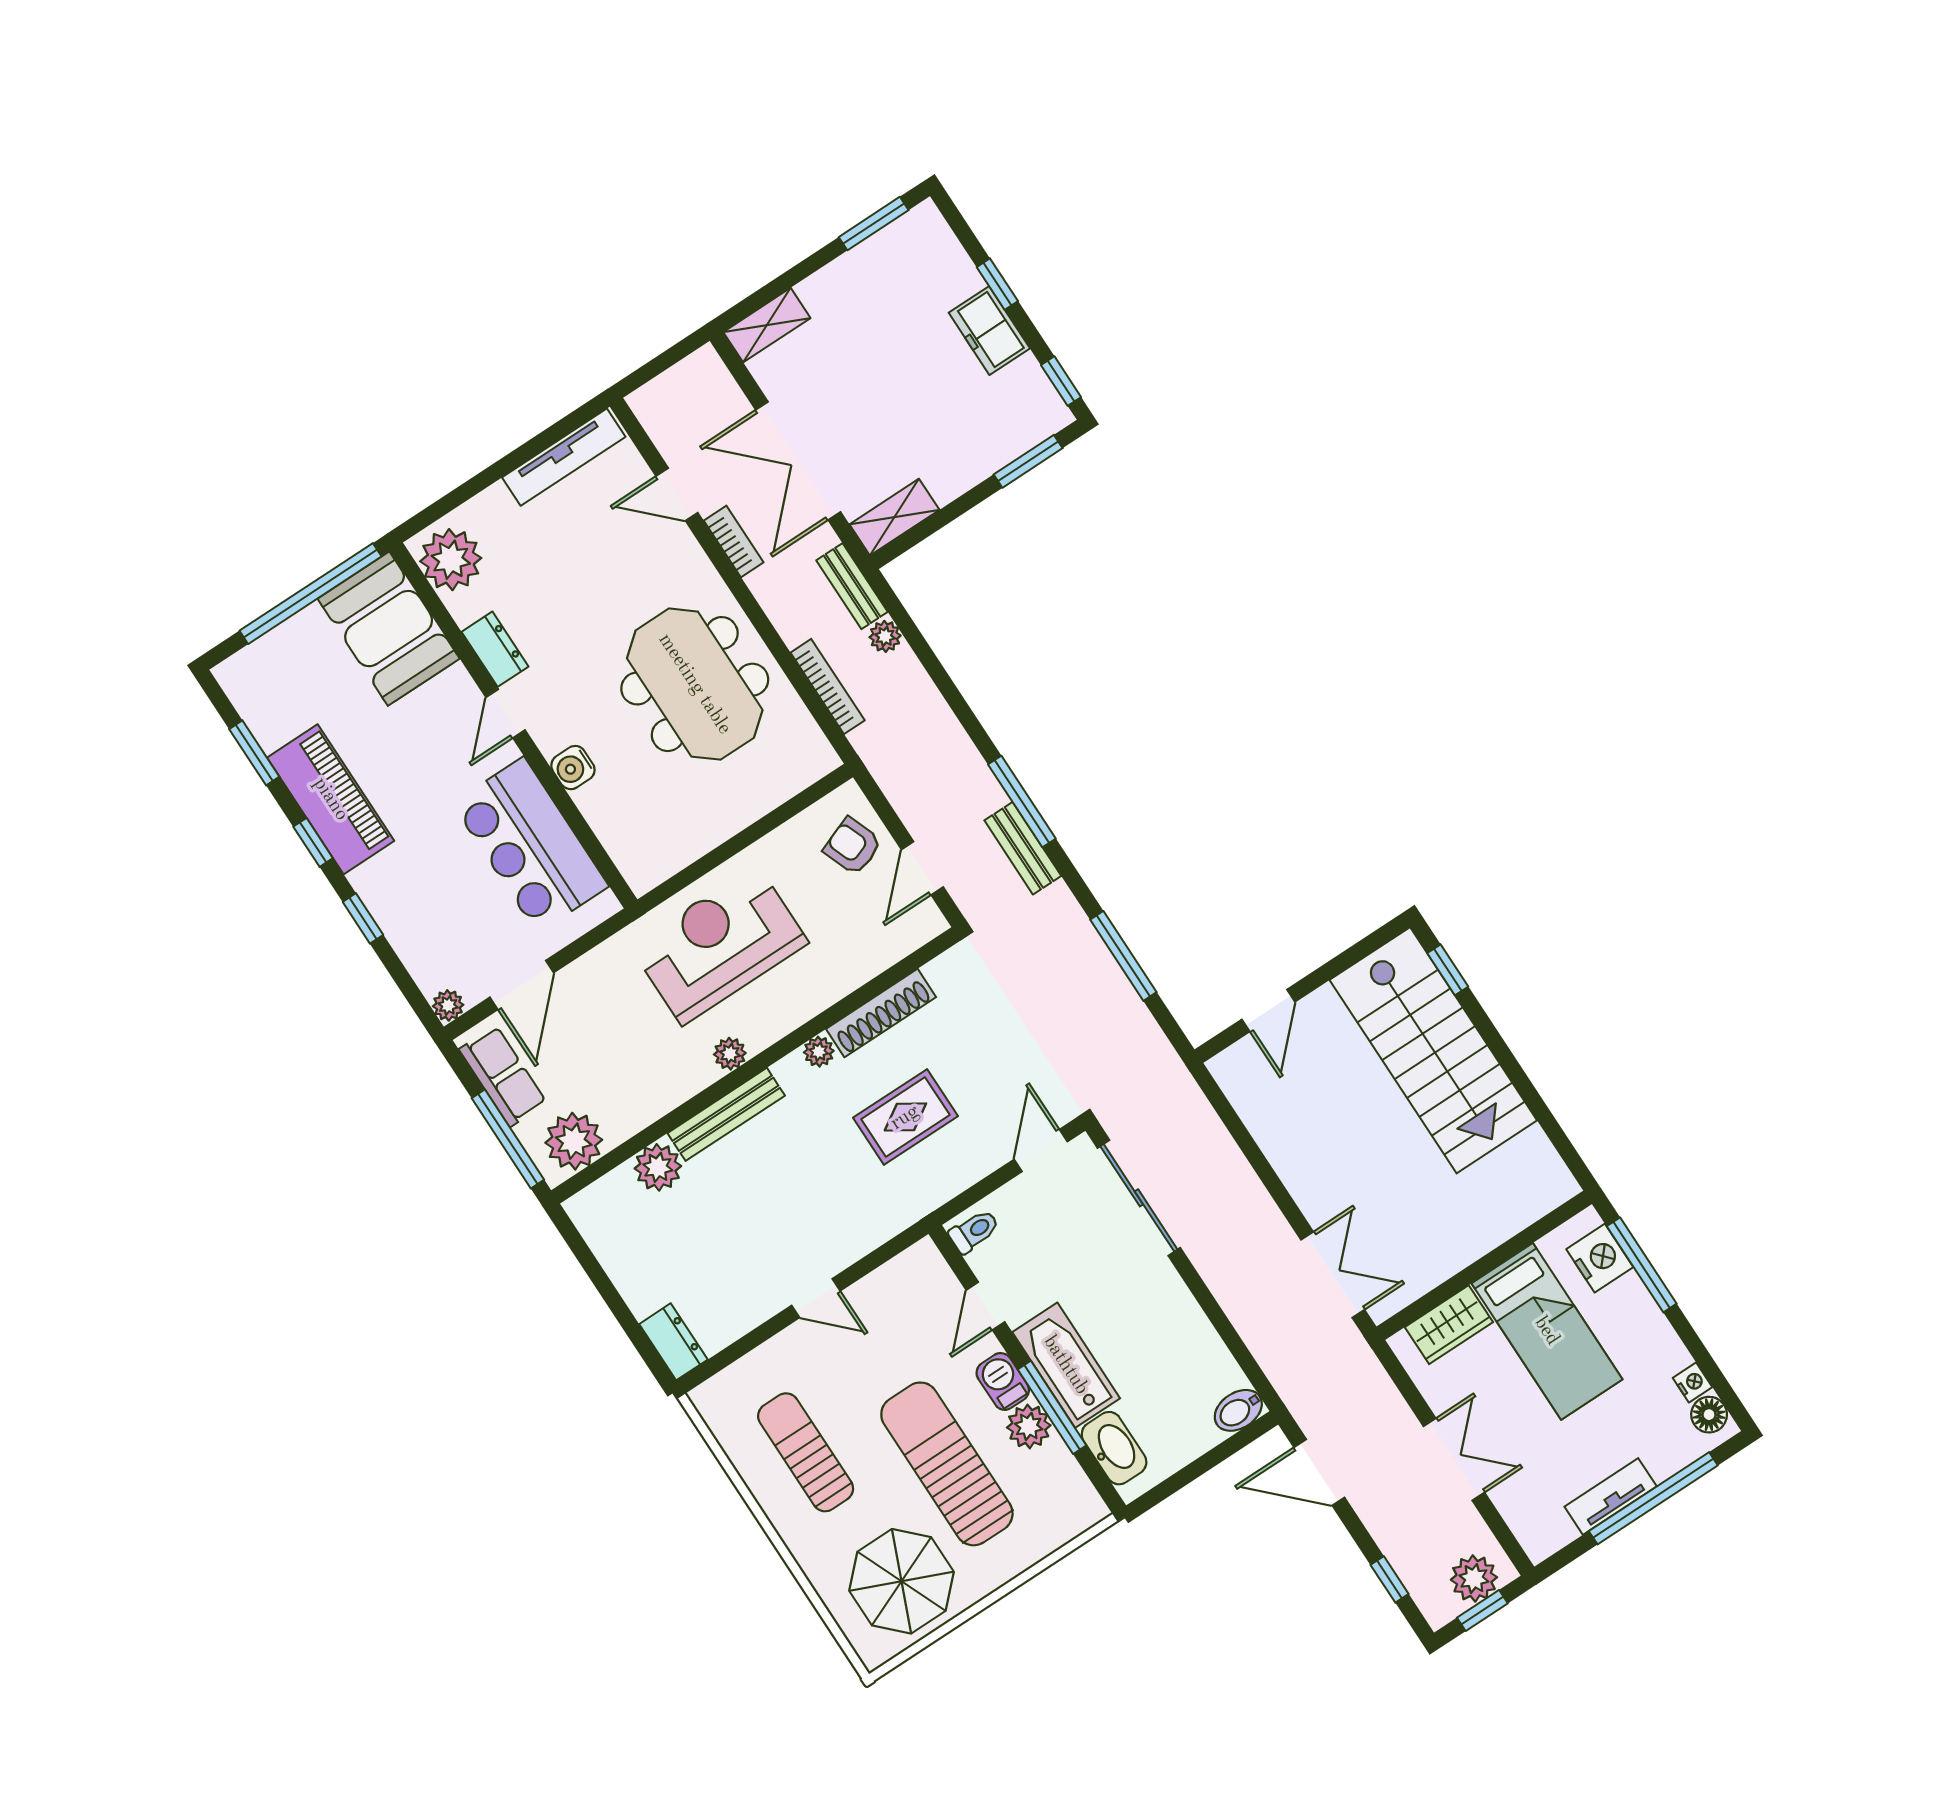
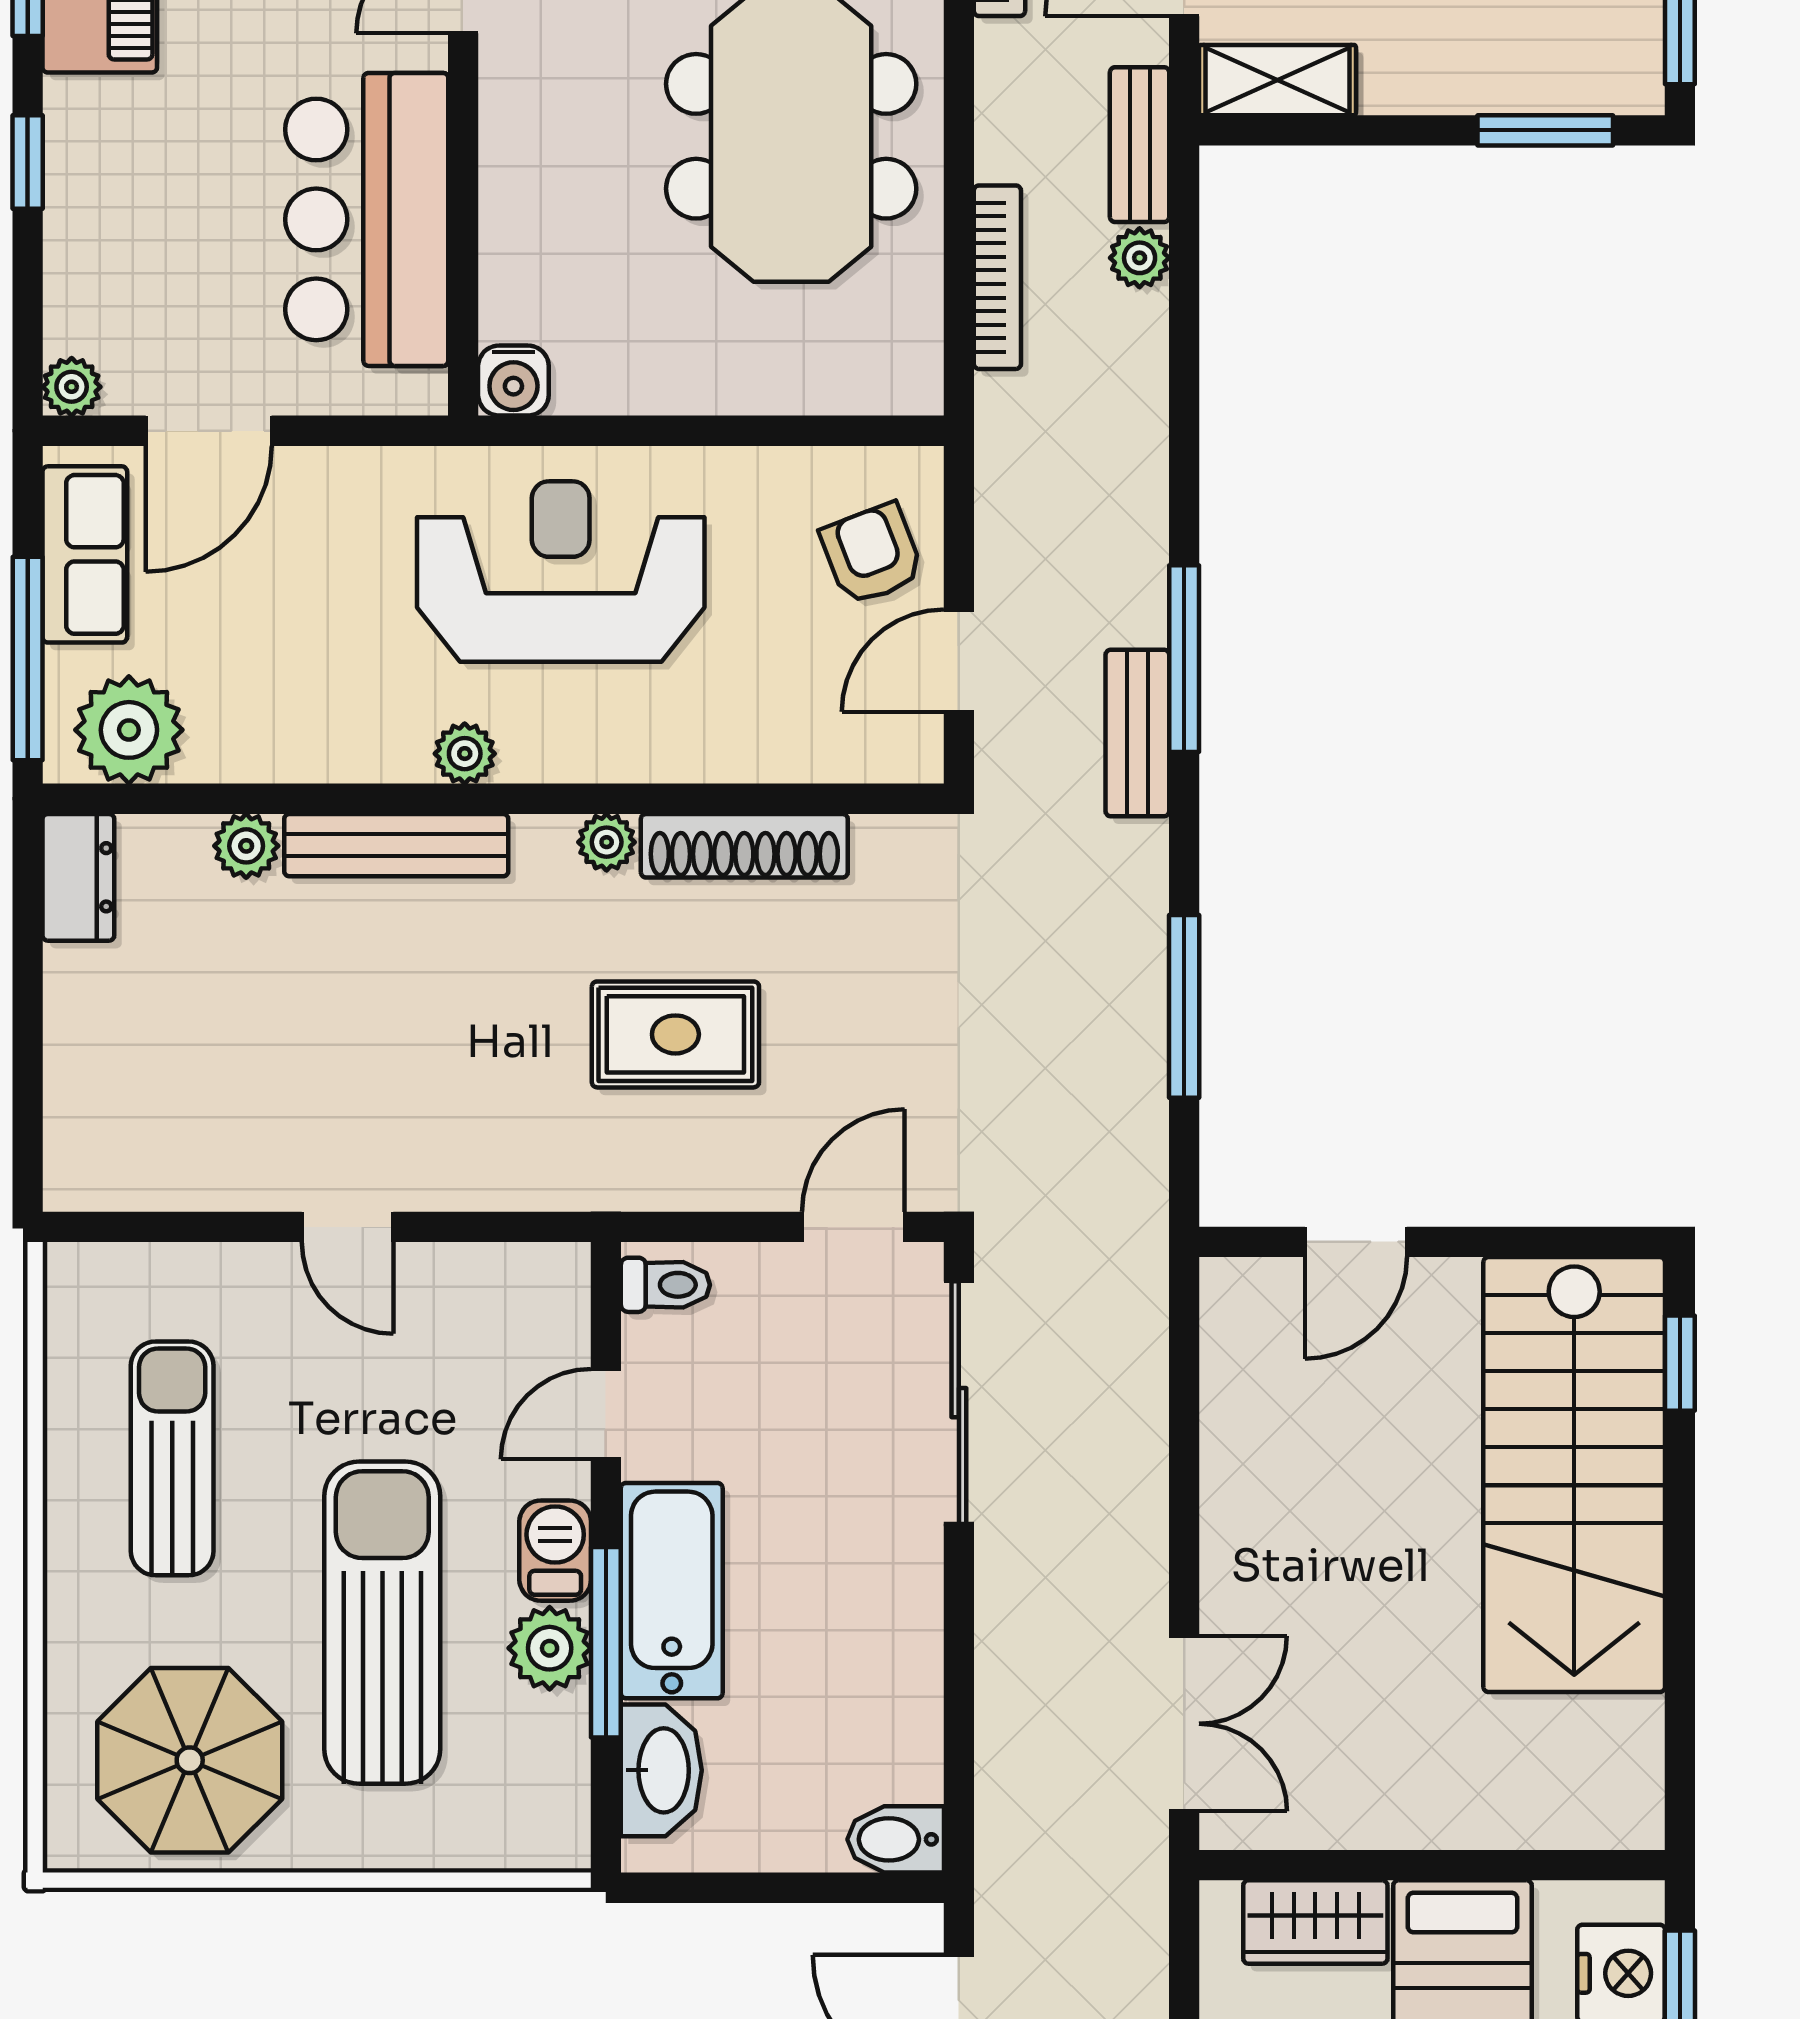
water cooler: (573, 768) -> (513, 381), moved, turned -90
plant: (658, 1167) -> (246, 846), width x0.73, depth x0.73
dresser: (673, 1342) -> (78, 877), moved

